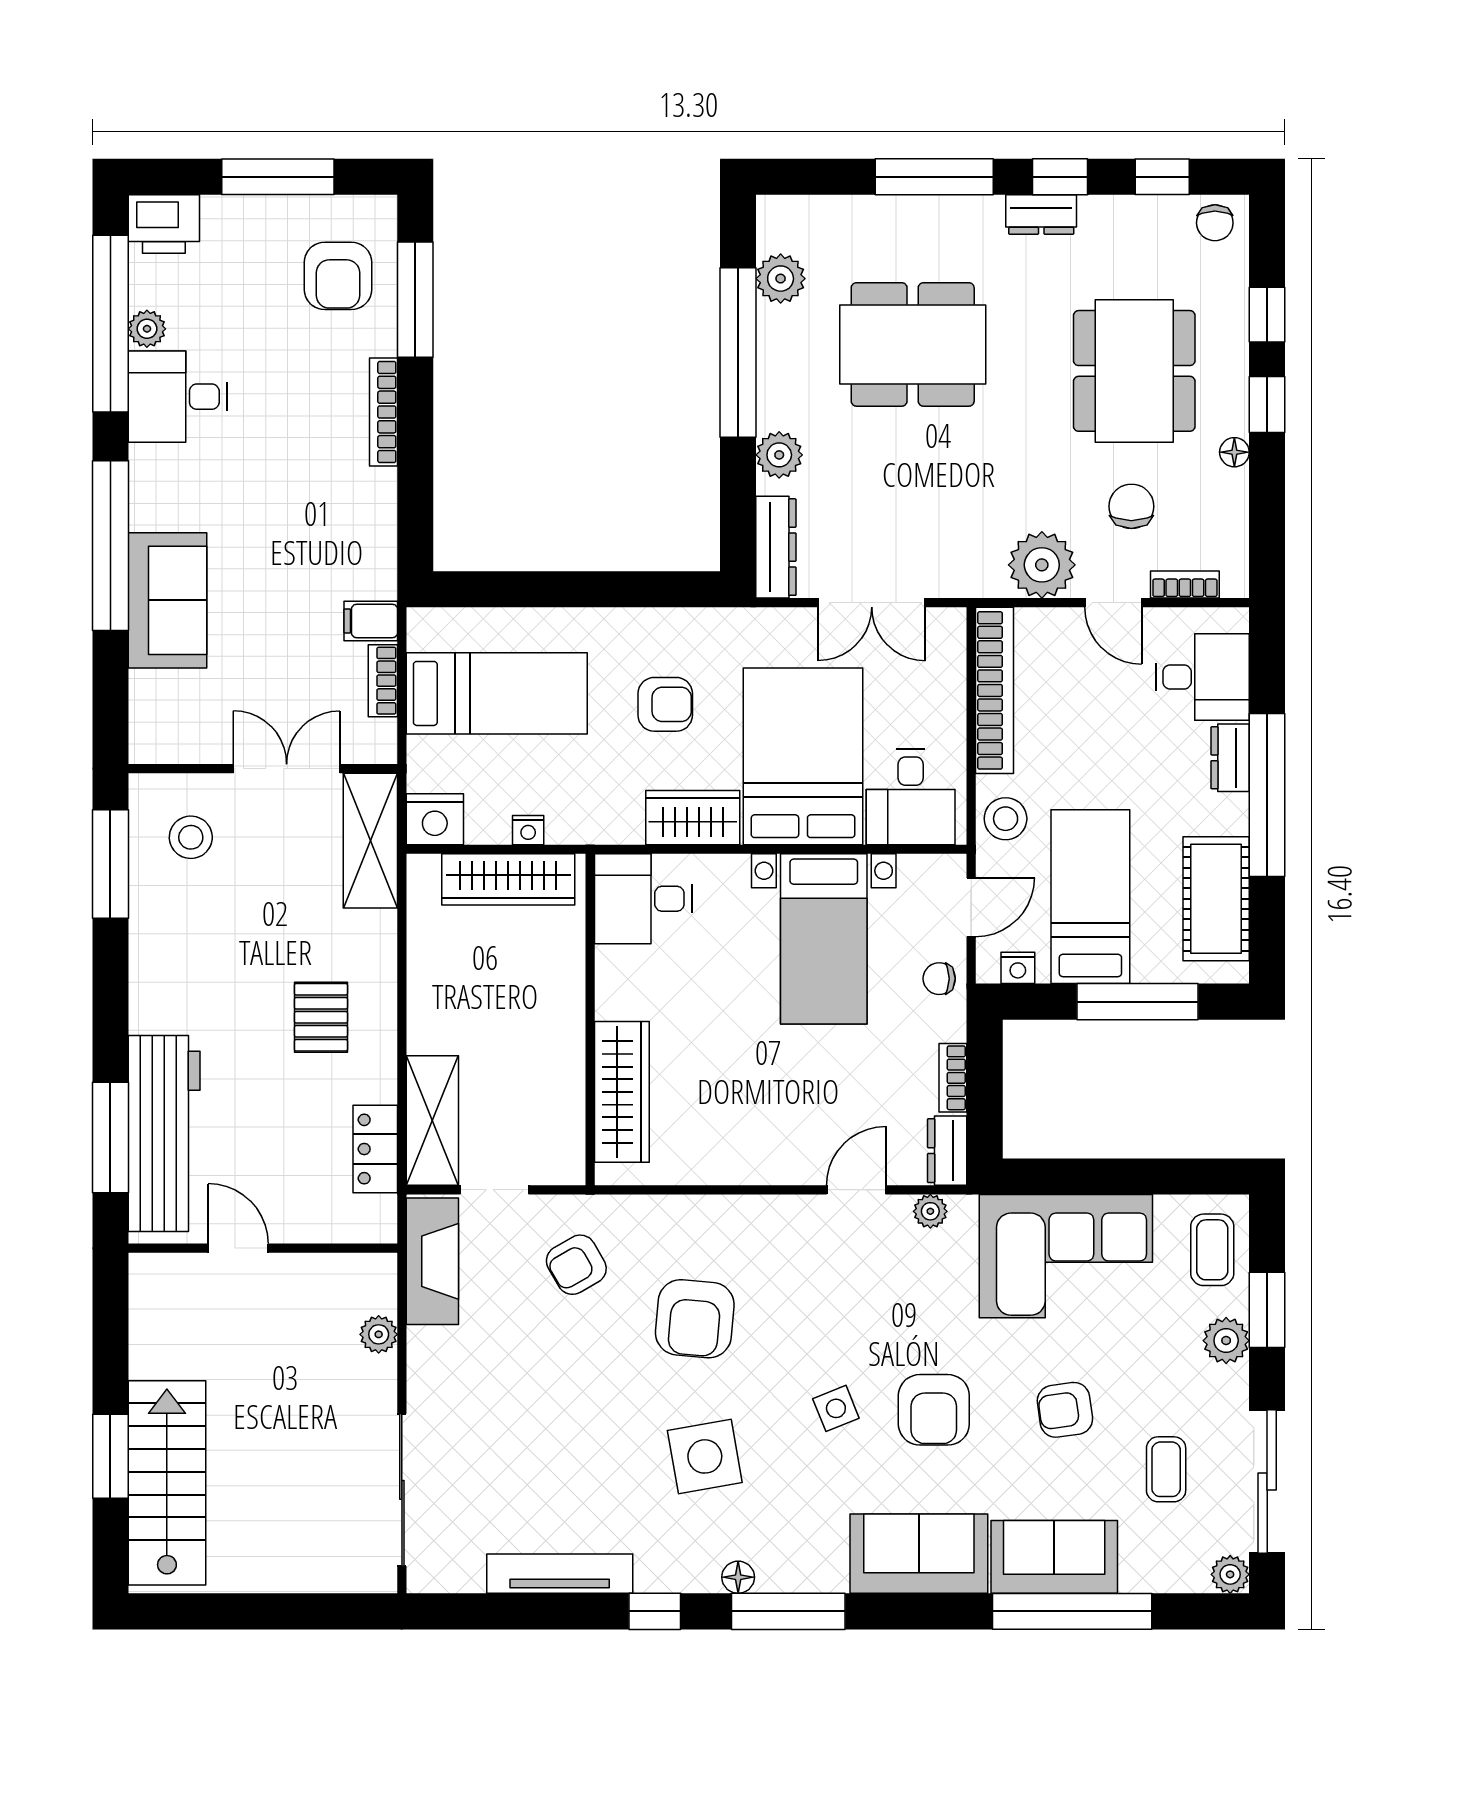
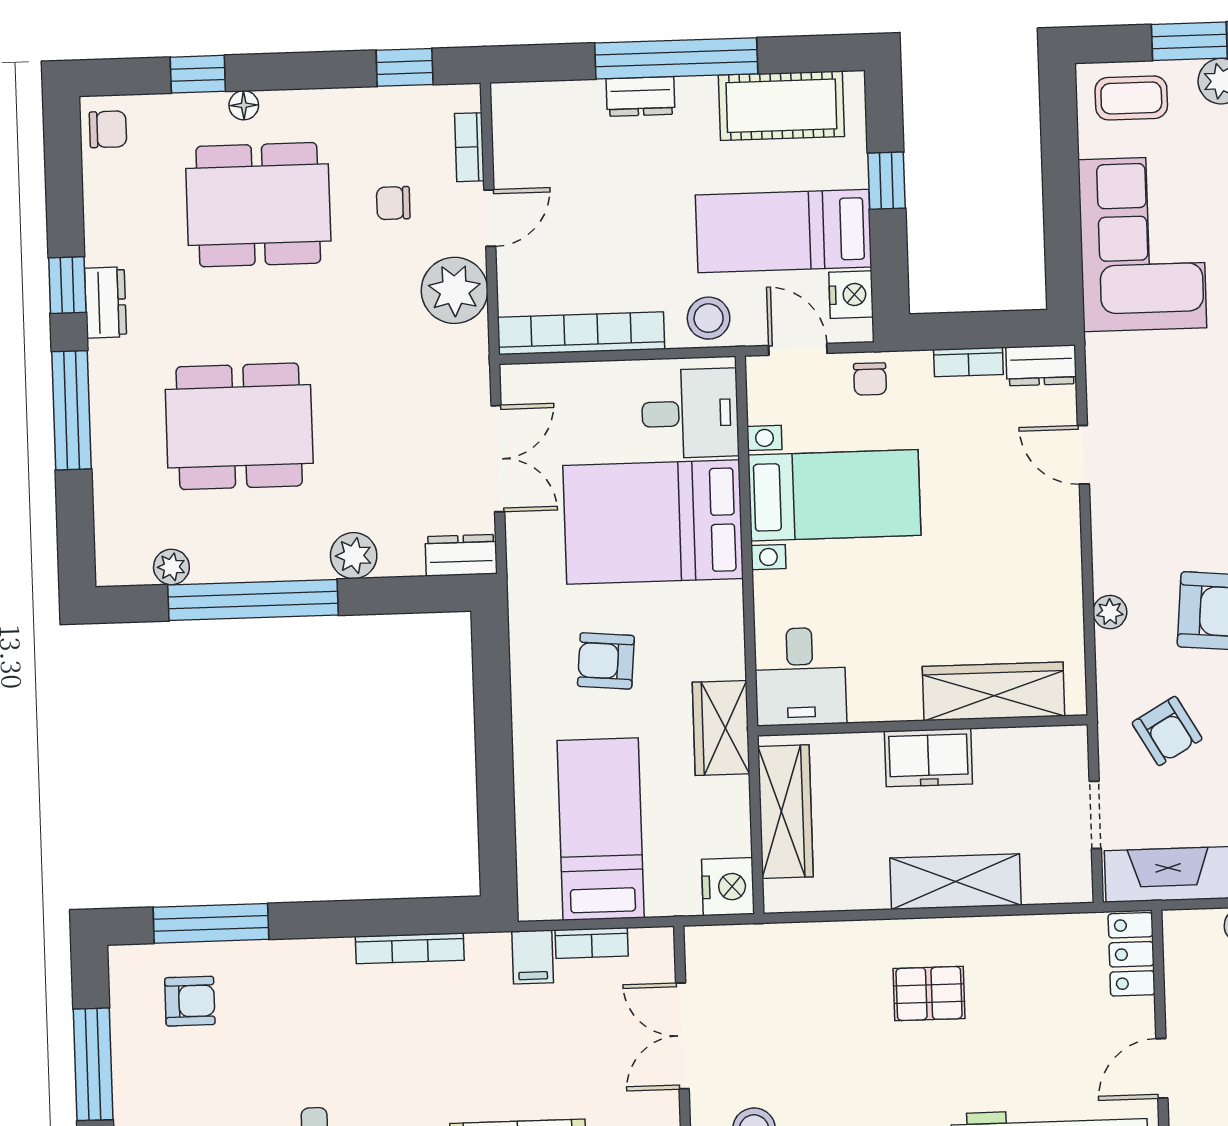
window: (1162, 177) -> (64, 183), removed
armchair: (338, 276) -> (190, 1001), width x0.72, depth x0.72
plant: (781, 279) -> (171, 567), width x0.73, depth x0.73
dining table: (913, 344) -> (239, 426), turned 90
window: (1267, 404) -> (405, 67), moved
bookcase: (384, 412) -> (410, 948), moved
floor lamp: (1234, 452) -> (244, 105), moved
chair: (1131, 506) -> (393, 203), width x0.73, depth x0.73
dresser: (776, 547) -> (461, 555), width x0.70
desk: (1202, 677) -> (561, 127), removed
armchair: (665, 704) -> (606, 661), turned -85
wardrobe: (693, 818) -> (721, 728), moved
nightstand: (528, 830) -> (736, 793), removed
shelving: (370, 841) -> (751, 950), removed
nightstand: (1018, 968) -> (851, 295), width x1.39, depth x1.35
window: (1137, 1002) -> (886, 181), width x0.46
freezer: (558, 1025) -> (928, 758), added
shelving: (432, 1121) -> (955, 882), moved
locker: (375, 1149) -> (1132, 954), moved, turned 90
plant: (930, 1211) -> (1110, 612), moved

